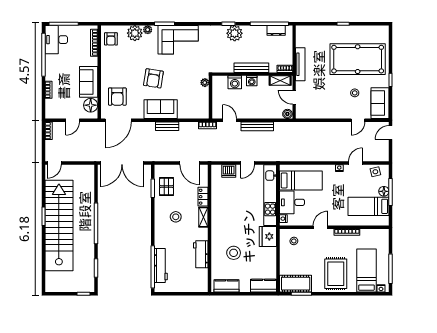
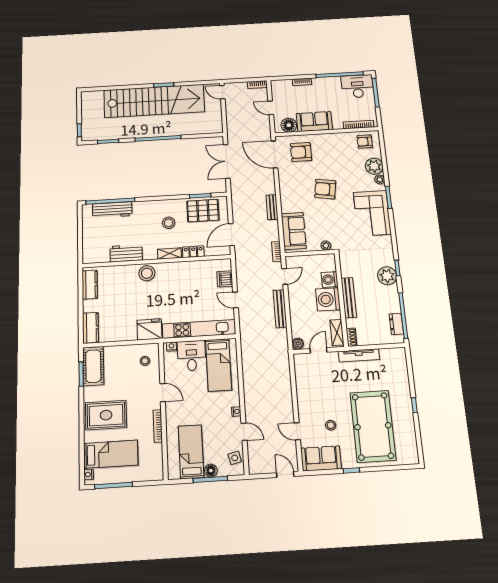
washing machine: (252, 81) -> (328, 299), width x1.89, depth x1.89
sofa: (161, 109) -> (294, 231), moved
double door: (122, 163) -> (227, 161), width x0.73
pallet: (167, 187) -> (203, 211), width x1.50, depth x1.42
stool: (234, 253) -> (147, 273), moved

